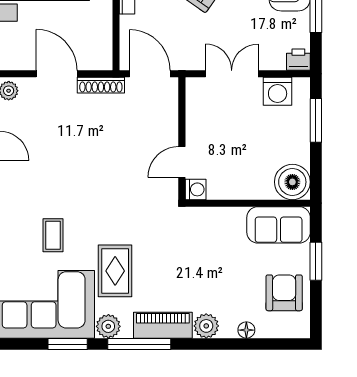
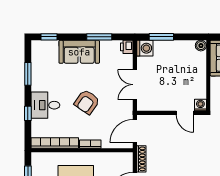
washing machine: (278, 91) -> (145, 48), moved
boiler: (292, 182) -> (201, 46), width x0.54, depth x0.54

